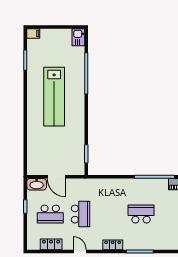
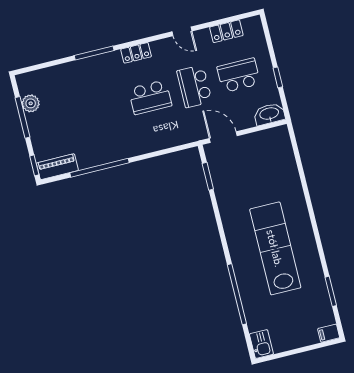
door: (56, 177) -> (223, 137), moved
school desk: (141, 214) -> (150, 97), moved

